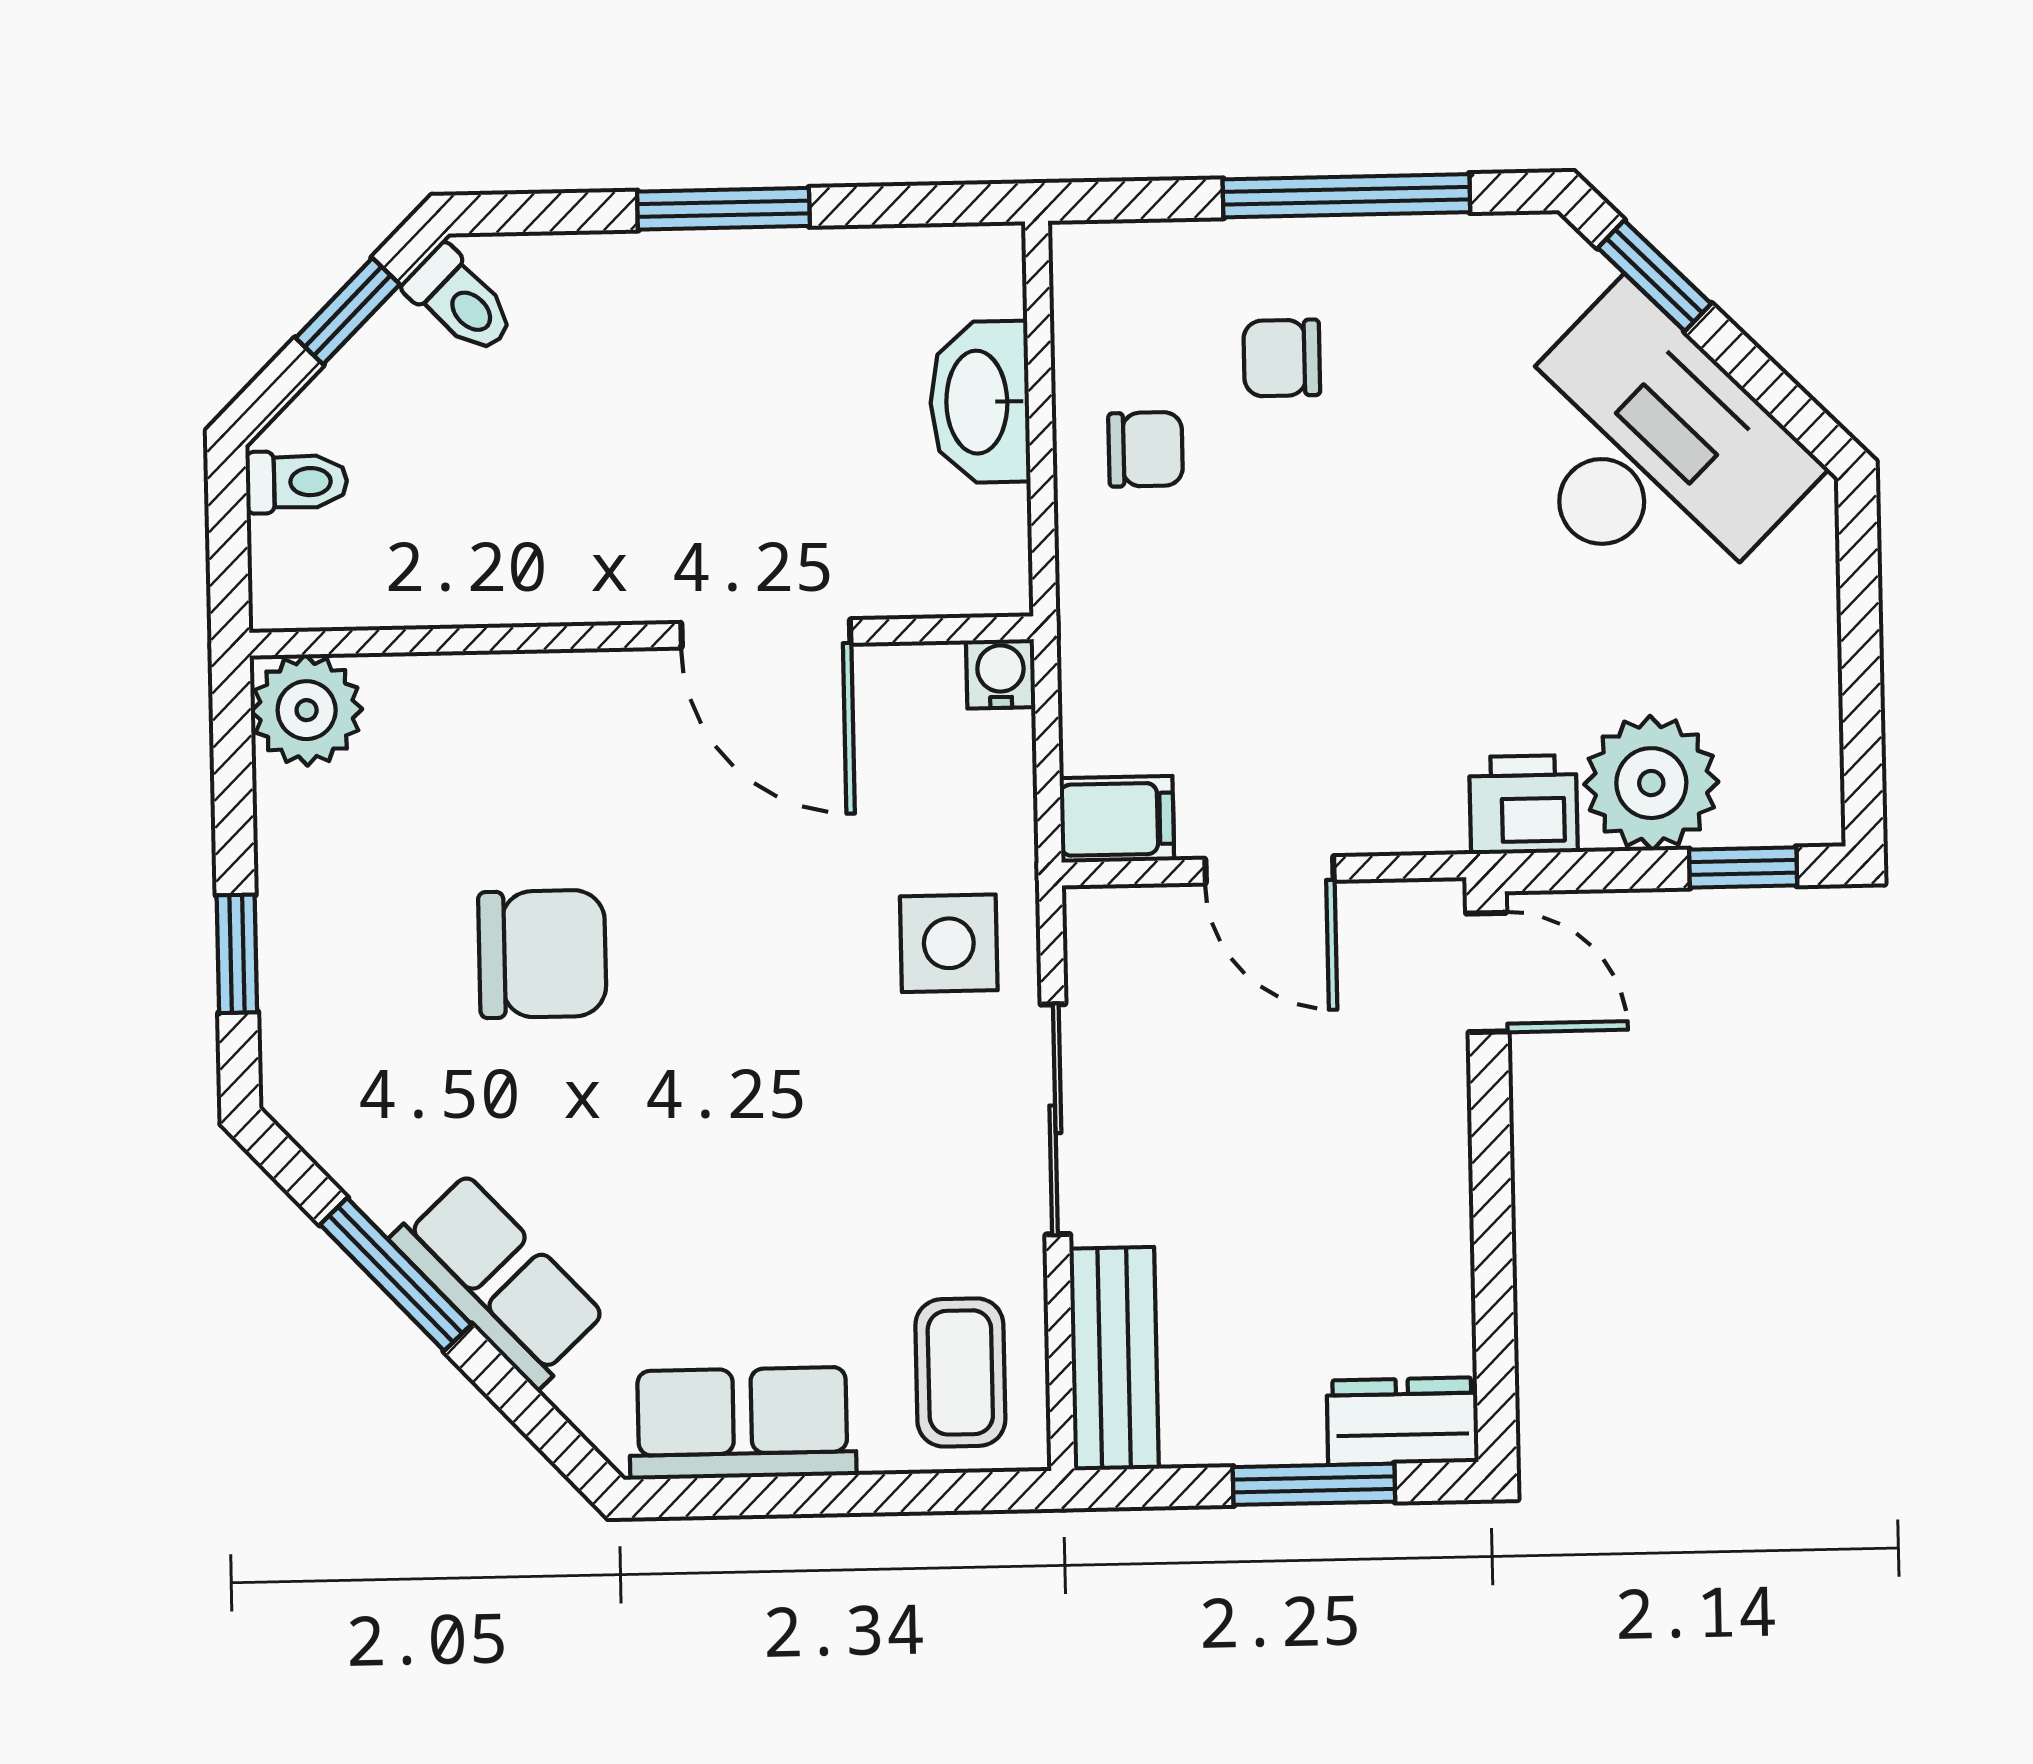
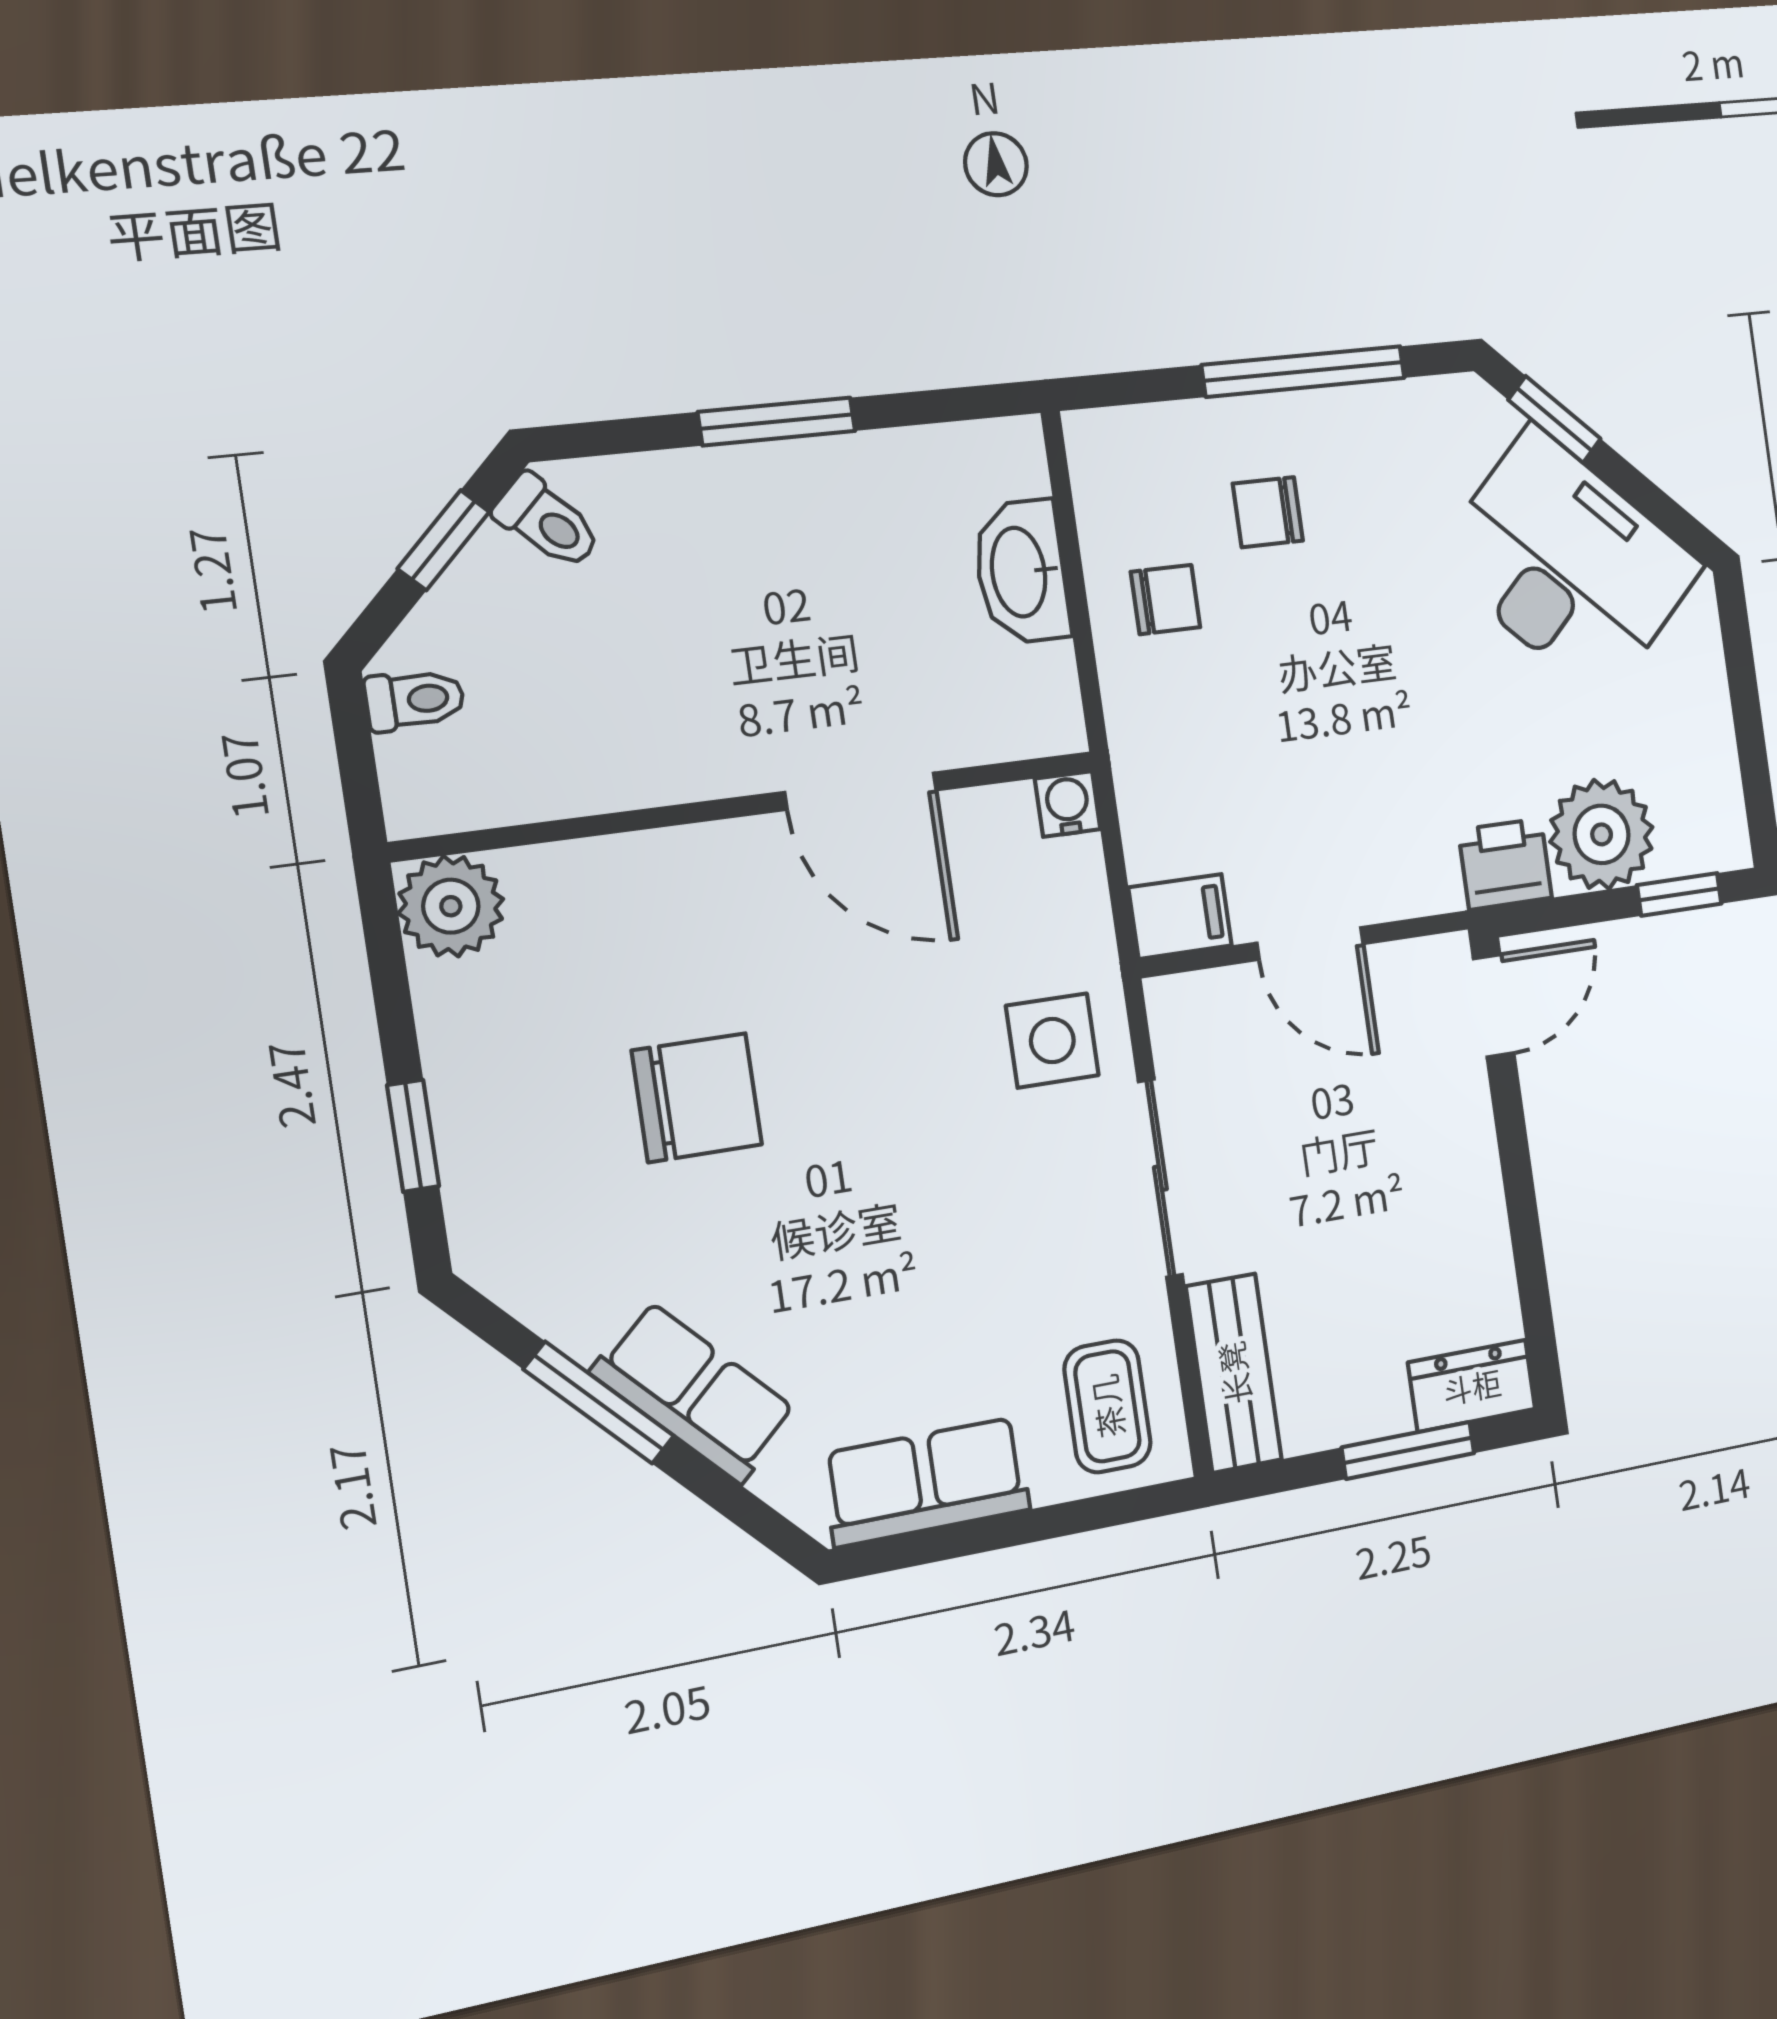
door: (1487, 972) -> (1494, 1006), hinge flipped

